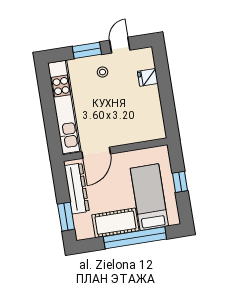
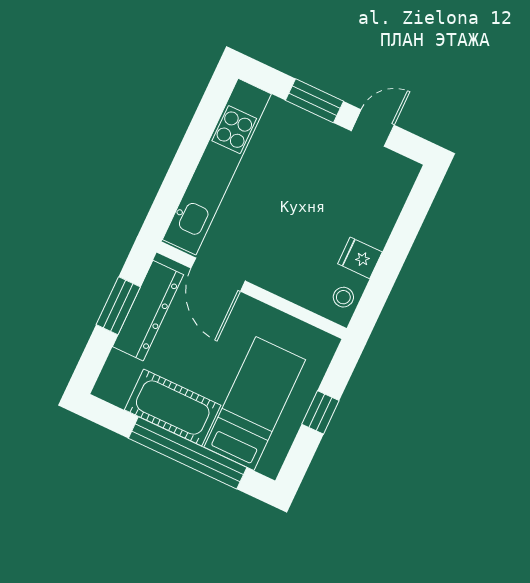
stool: (103, 72) -> (343, 297), moved
fridge: (148, 77) -> (360, 258), moved
door: (96, 153) -> (218, 275), hinge flipped
window: (66, 217) -> (118, 306), moved

